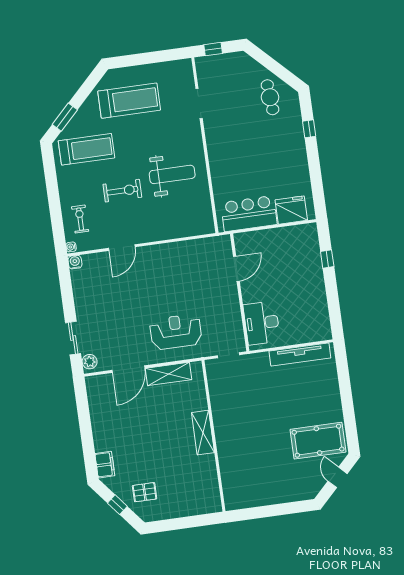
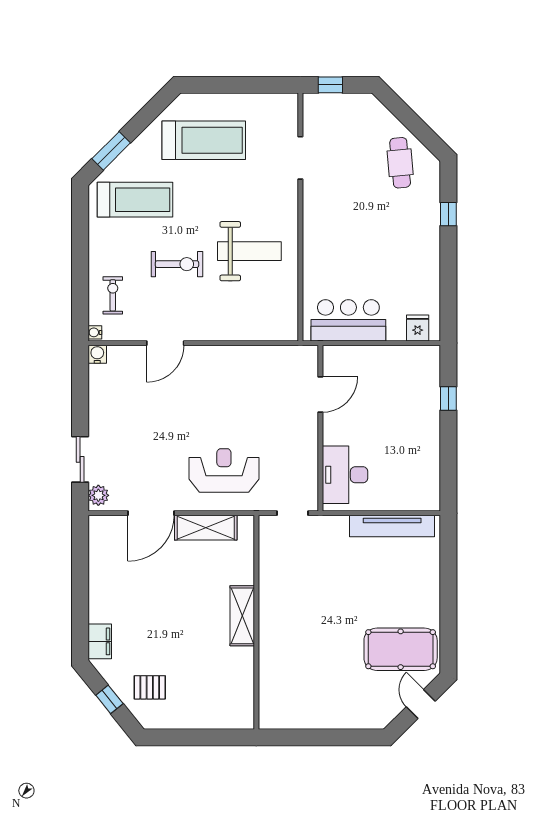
fridge: (291, 210) -> (418, 328), width x0.53, depth x0.75

